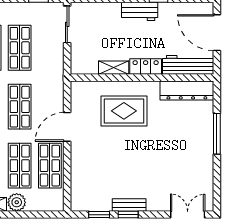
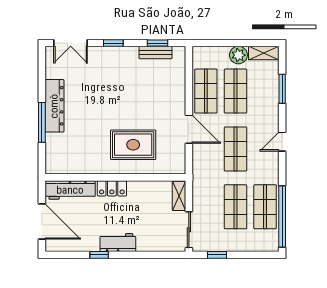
shelving: (114, 68) -> (179, 196), moved, turned 90
dresser: (187, 90) -> (54, 106), moved, turned 90
door: (67, 127) -> (189, 129), hinge flipped
bench: (129, 205) -> (156, 52), moved
window: (128, 215) -> (113, 43), moved

